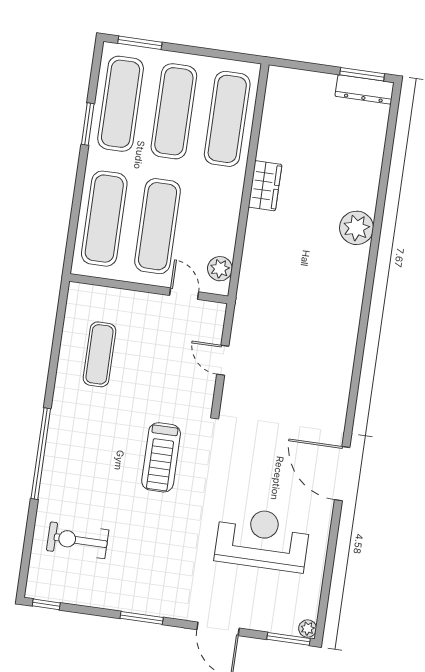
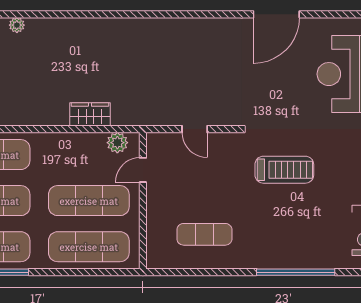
wardrobe: (265, 186) -> (90, 114), moved
plant: (357, 228) -> (17, 25), moved, width x0.53, depth x0.53
door: (223, 360) -> (195, 129), hinge flipped

